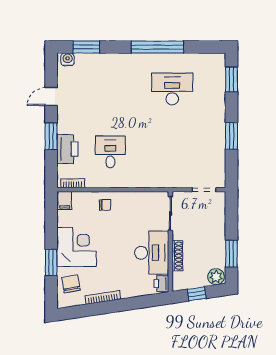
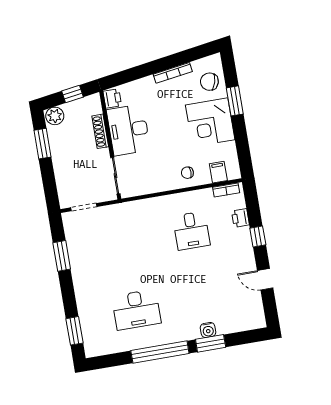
window: (86, 47) -> (211, 343), moved
water cooler: (68, 59) -> (208, 330), moved
door: (51, 97) -> (265, 279), swing flipped
window: (51, 136) -> (258, 236), width x0.67
window: (231, 136) -> (62, 256), moved
printer: (67, 149) -> (240, 218), width x0.53, depth x0.68
filing cabinet: (65, 201) -> (218, 172), moved
chair: (71, 284) -> (209, 82), turned 116

